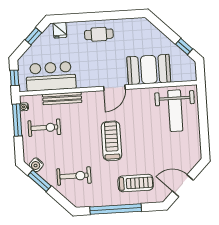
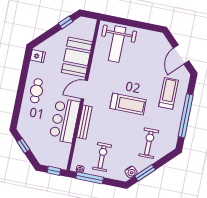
fridge: (60, 30) -> (38, 56), moved
bar counter: (51, 76) -> (65, 120), moved
door: (114, 88) -> (84, 90), swing flipped
bench: (62, 98) -> (84, 122), moved
weight bench: (175, 111) -> (117, 44), turned 90
treadmill: (111, 141) -> (128, 104), turned 180

